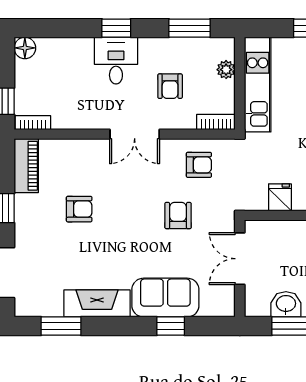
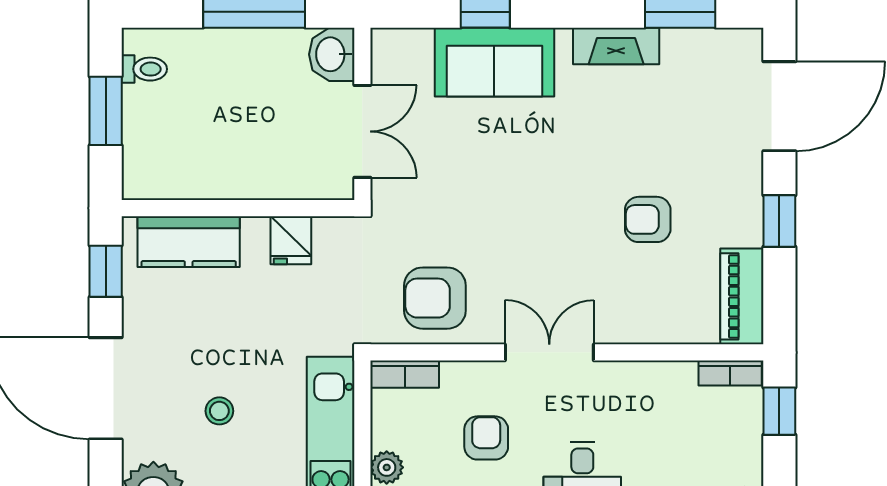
armchair: (199, 165) -> (435, 298), width x1.38, depth x1.38
armchair: (178, 216) -> (472, 208), removed
fireplace: (97, 303) -> (616, 46), width x0.73, depth x0.76
washbasin: (286, 304) -> (332, 54), moved, turned 90

